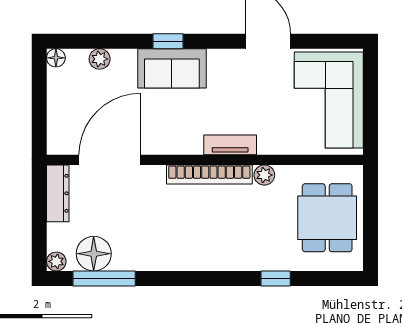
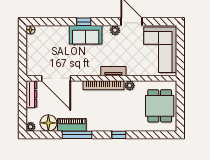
plant: (100, 59) -> (115, 30), moved
door: (110, 160) -> (56, 78), swing flipped
piano: (143, 258) -> (72, 125), added
window: (104, 279) -> (77, 135), moved
window: (276, 279) -> (119, 135), moved

